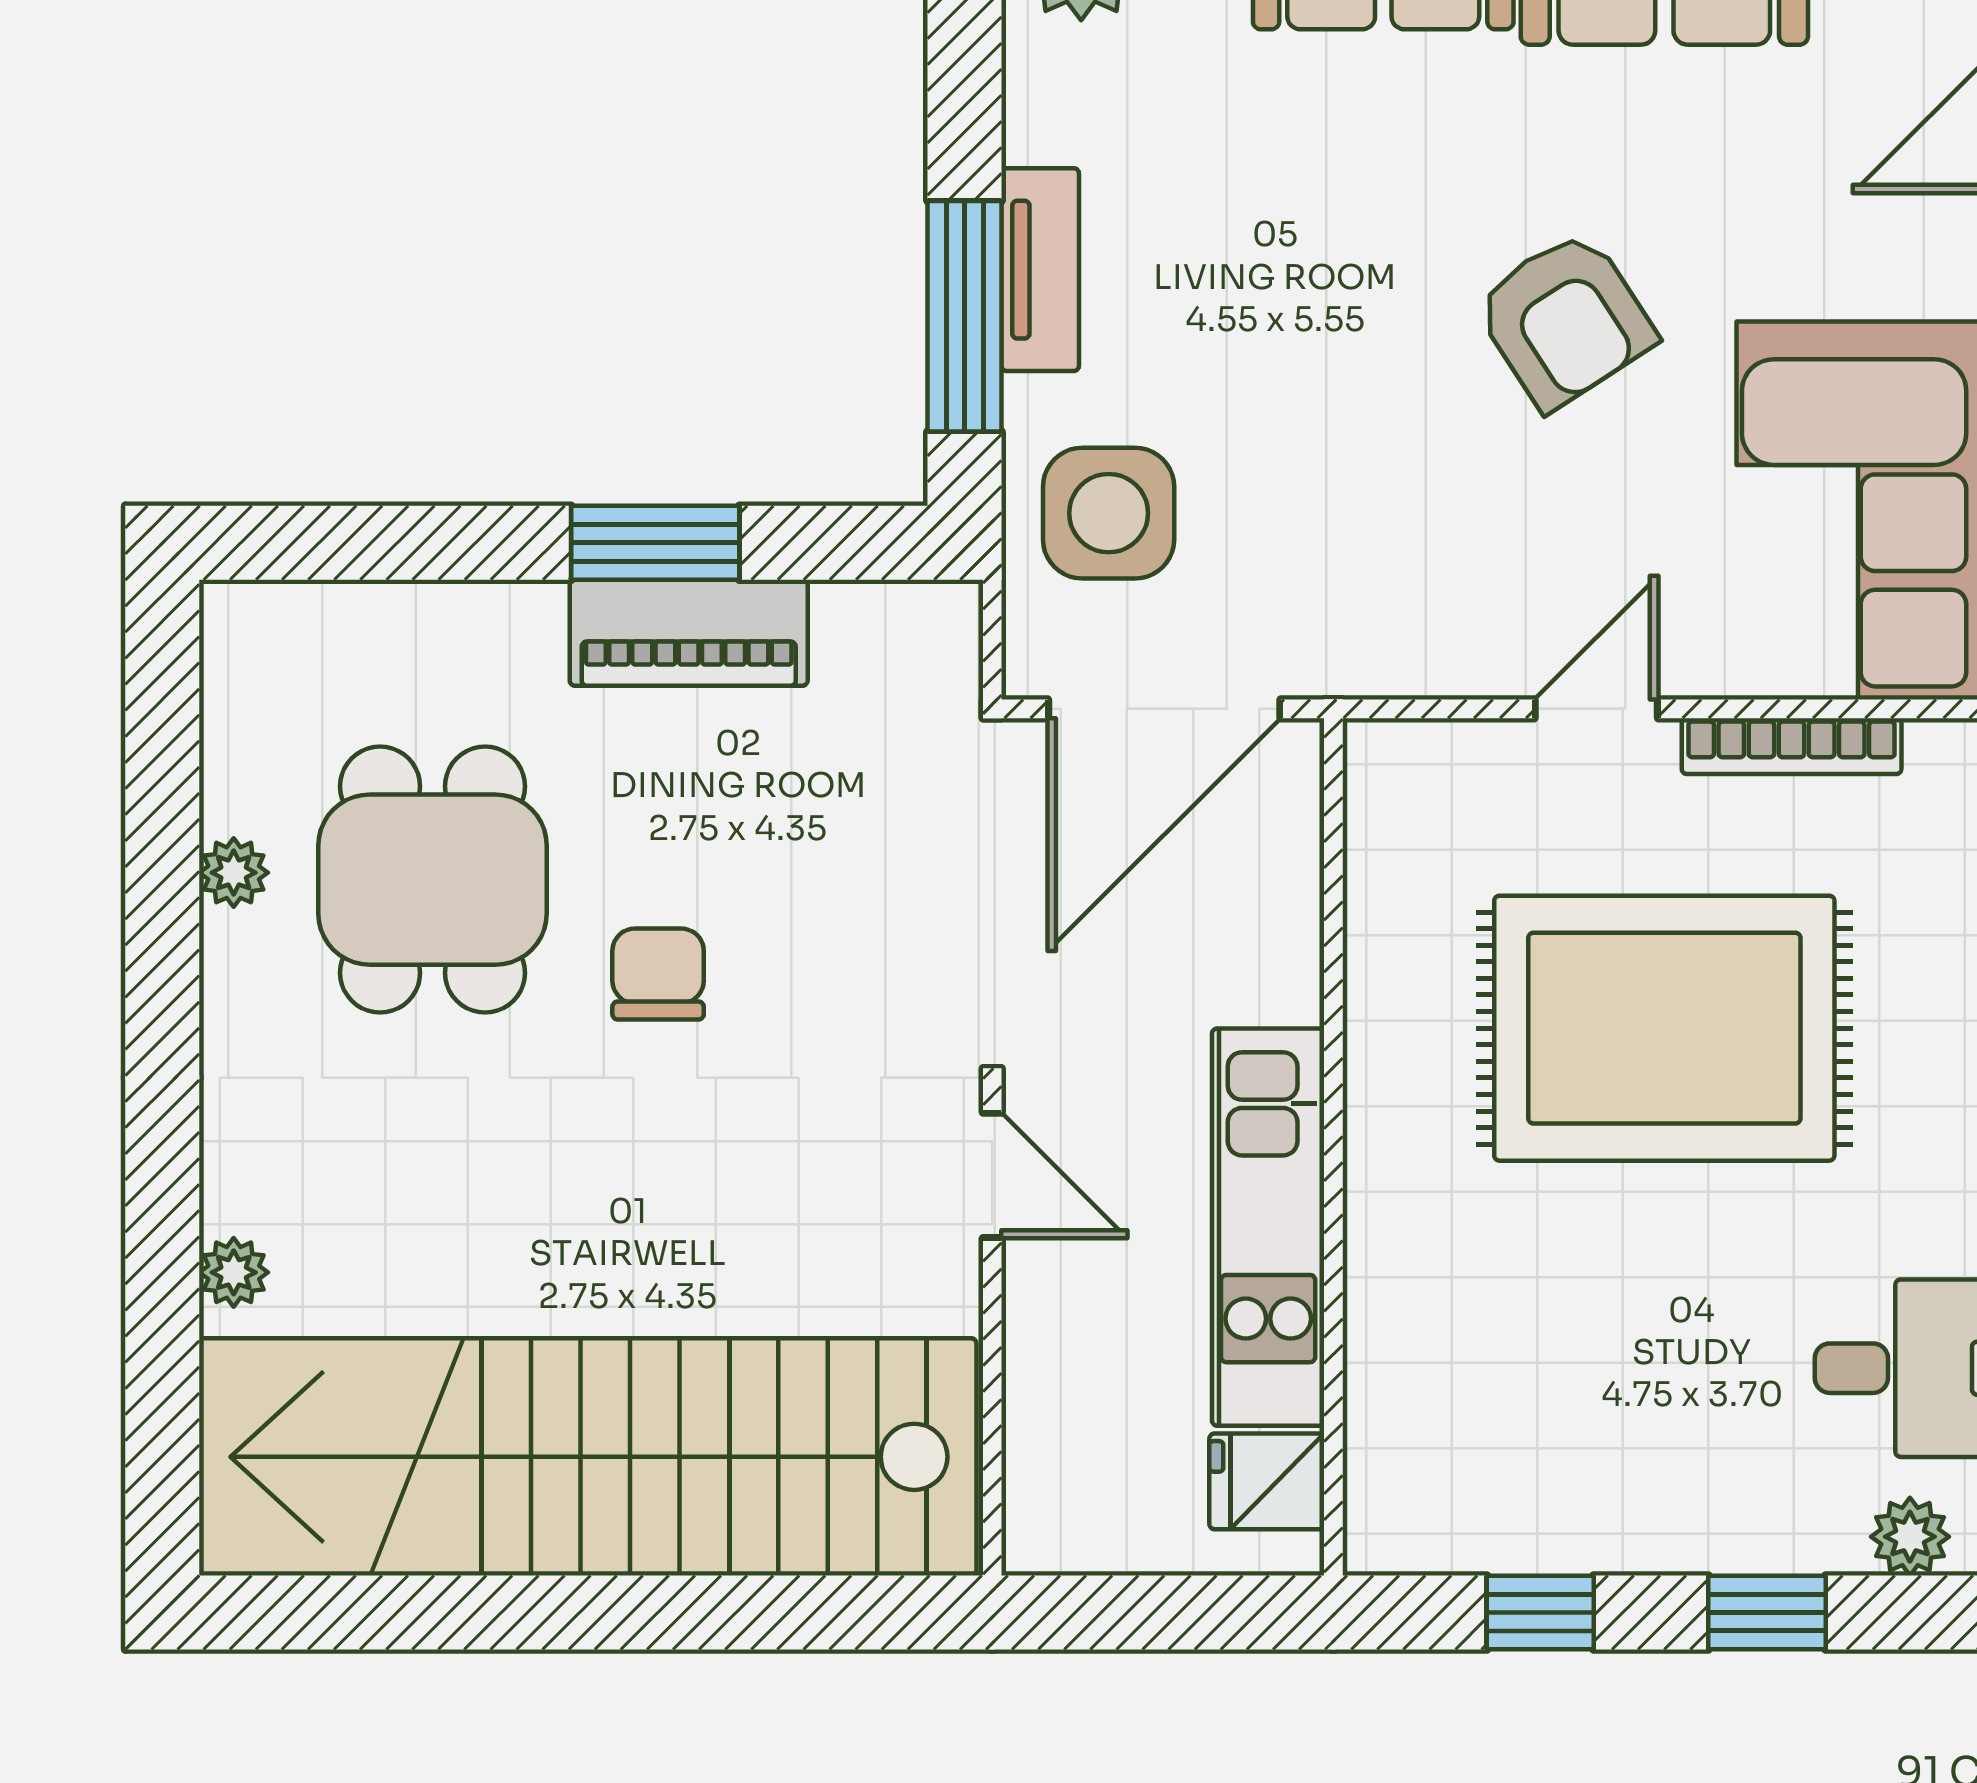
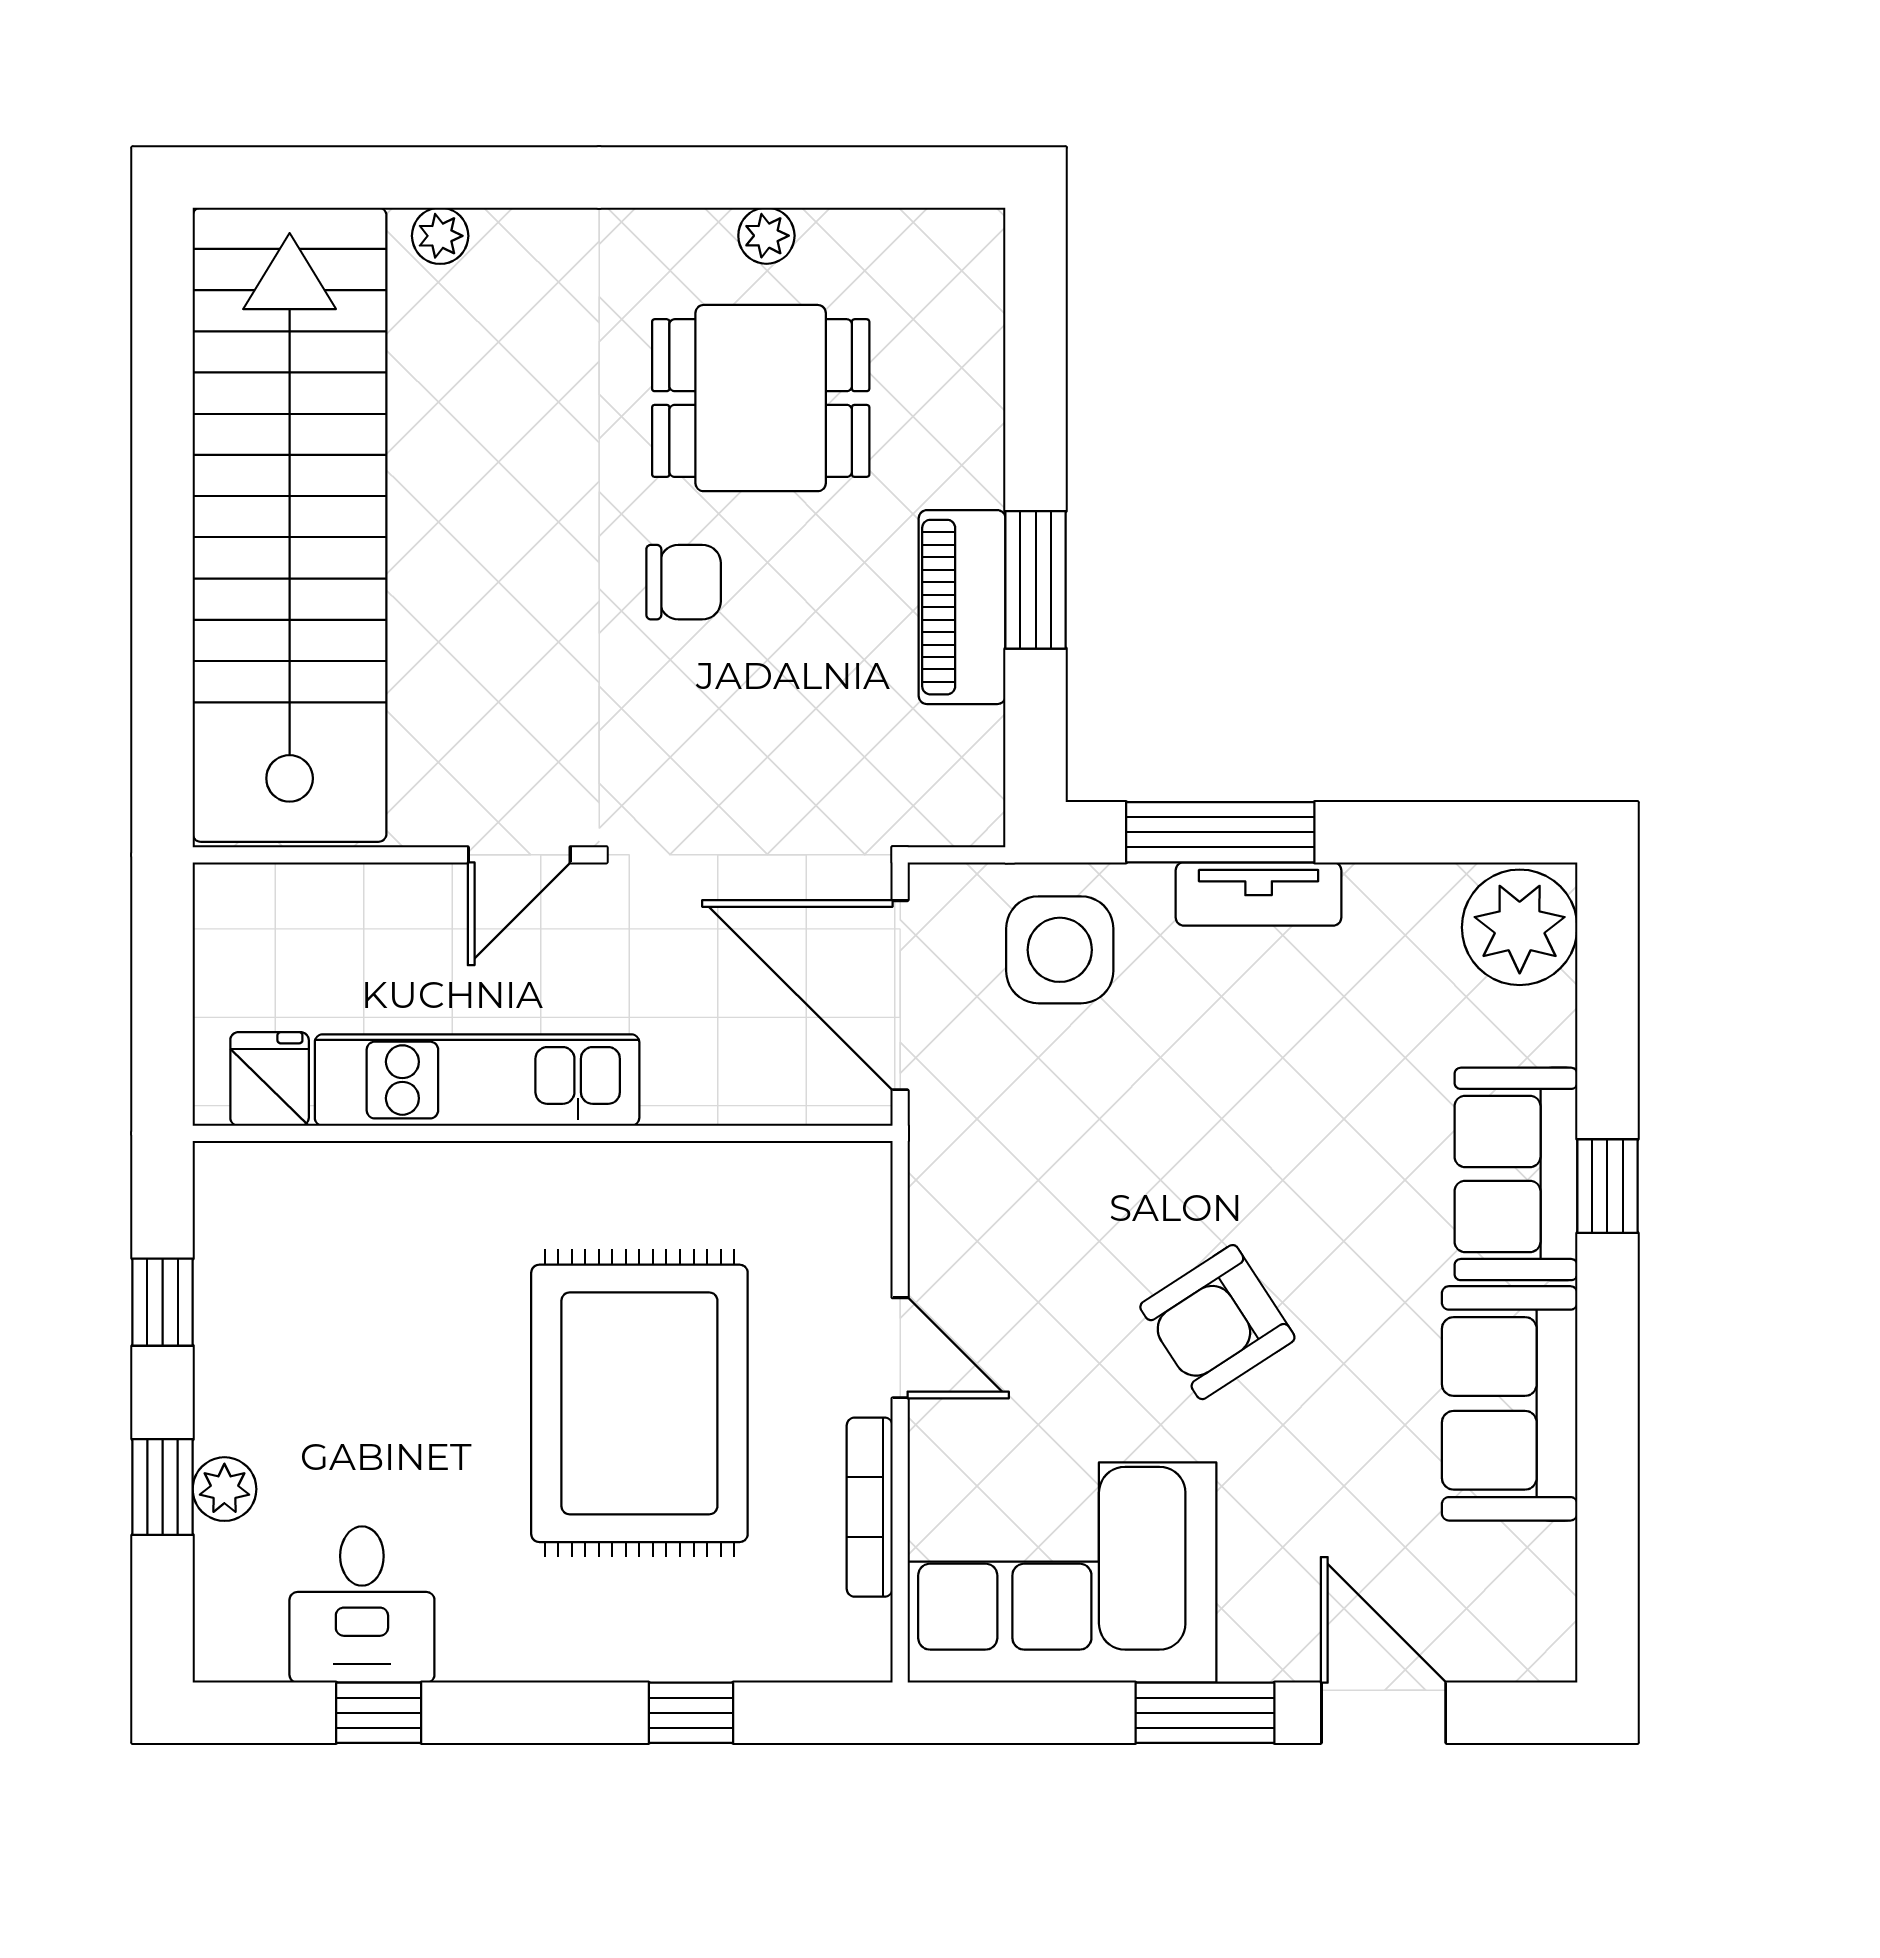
plant: (1910, 1537) -> (224, 1489), moved

